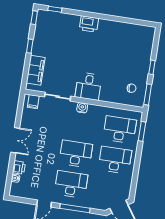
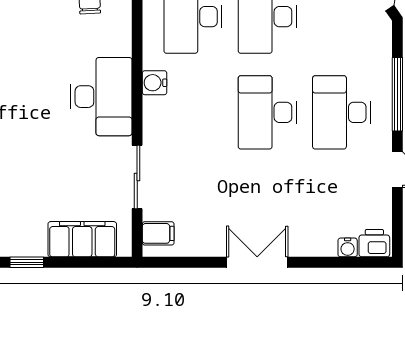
desk: (88, 86) -> (101, 97), width x1.37
water cooler: (82, 108) -> (155, 83), moved
printer: (19, 167) -> (374, 243), moved

